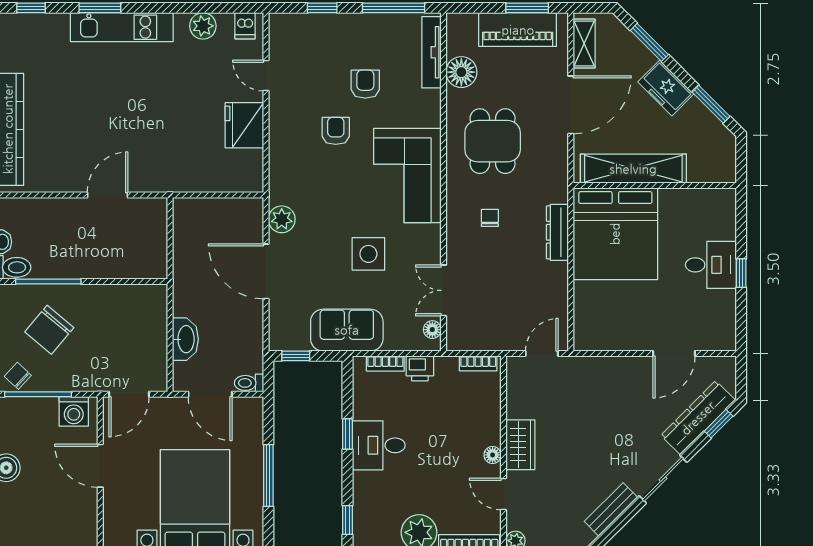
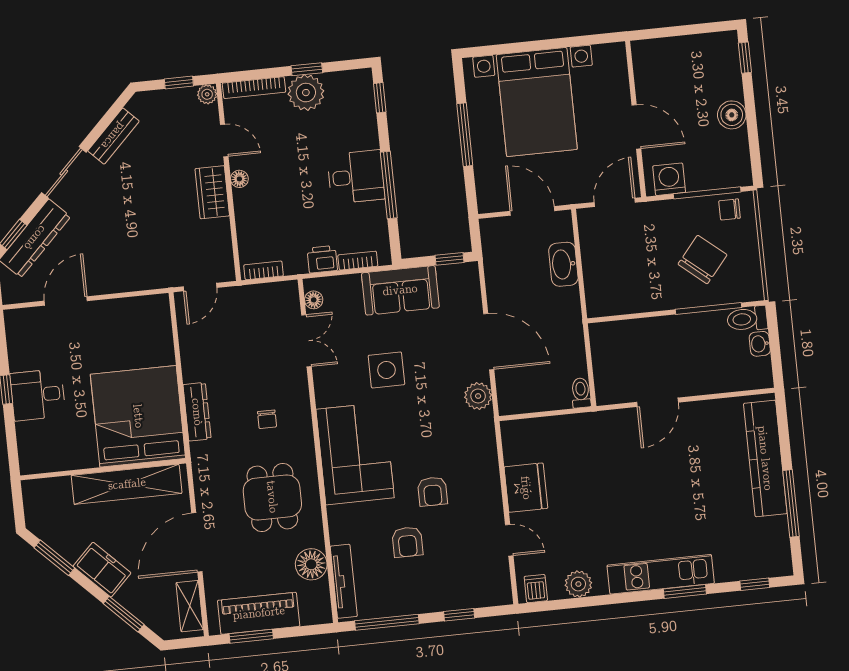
chair: (18, 376) -> (730, 209), turned 137
toilet: (249, 383) -> (581, 393), moved, turned -90
window: (348, 434) -> (389, 185), width x2.17

